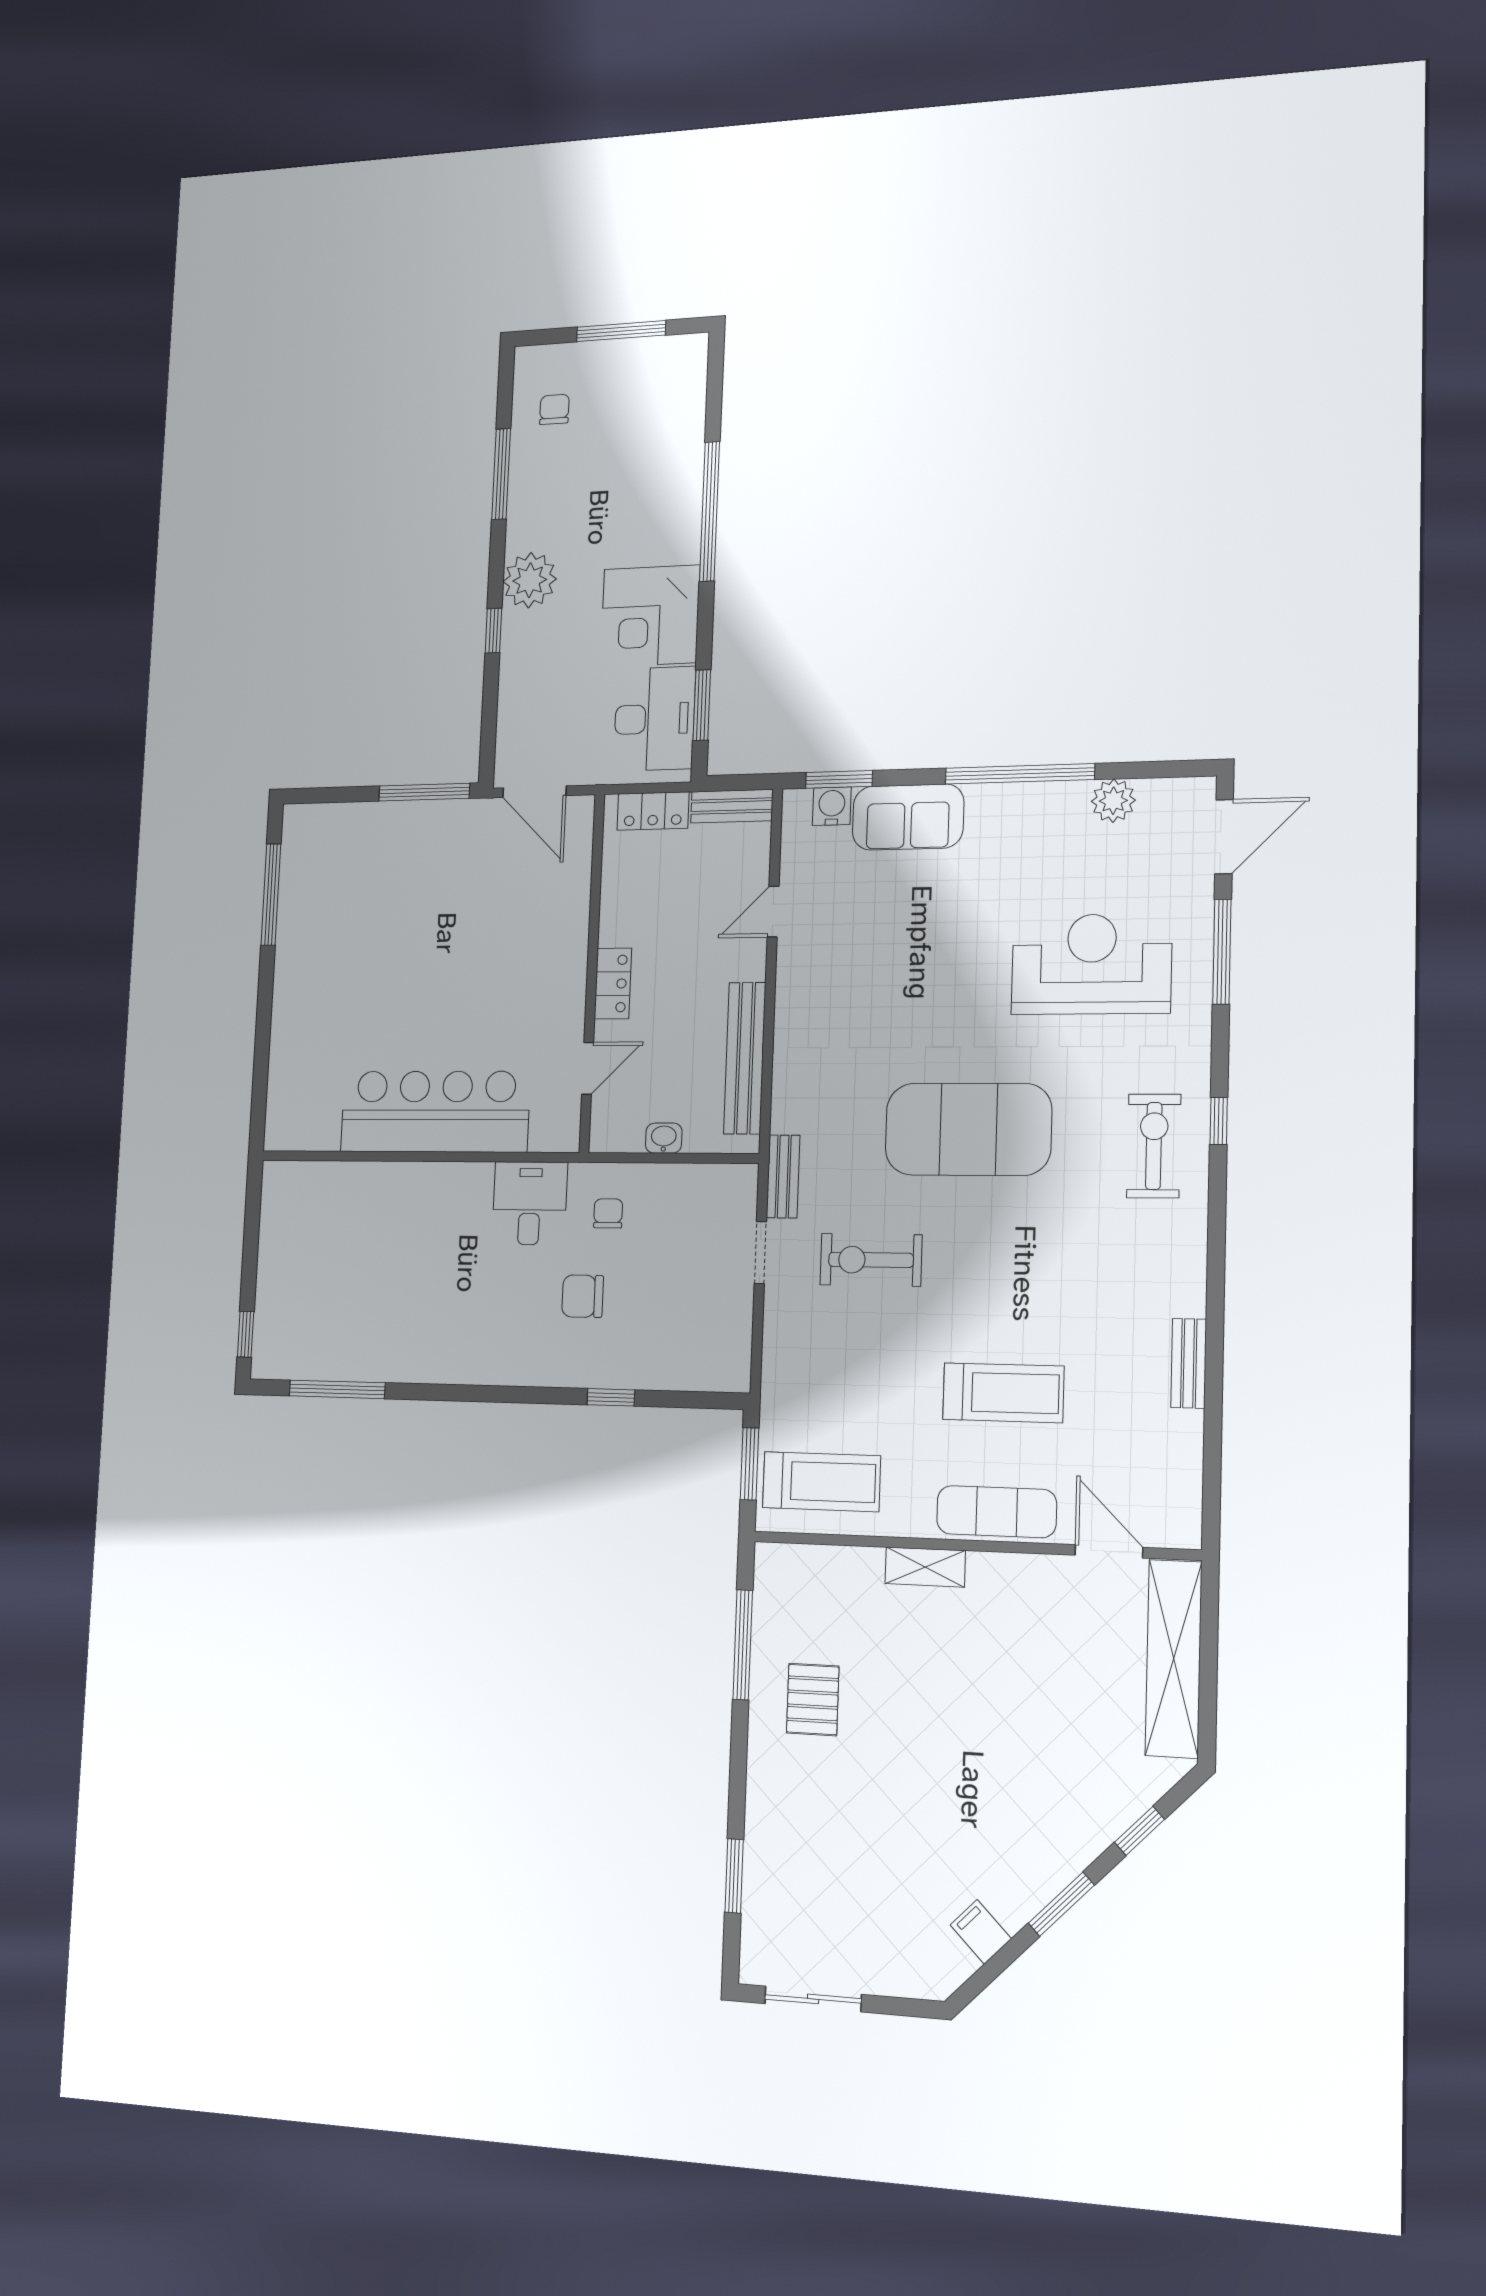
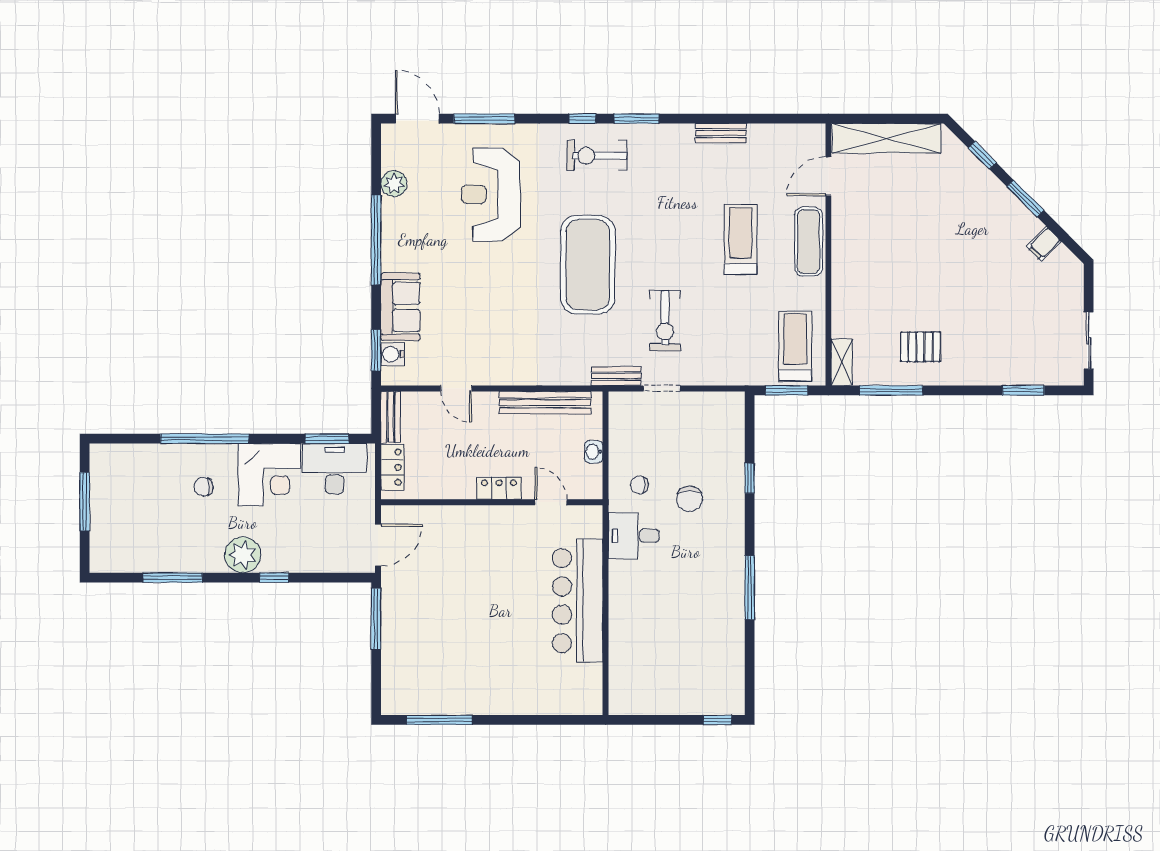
chair: (554, 409) -> (204, 487), moved
window: (1217, 1215) -> (636, 119), added
window: (337, 1389) -> (750, 588), moved
shelving: (925, 1567) -> (842, 362), moved

